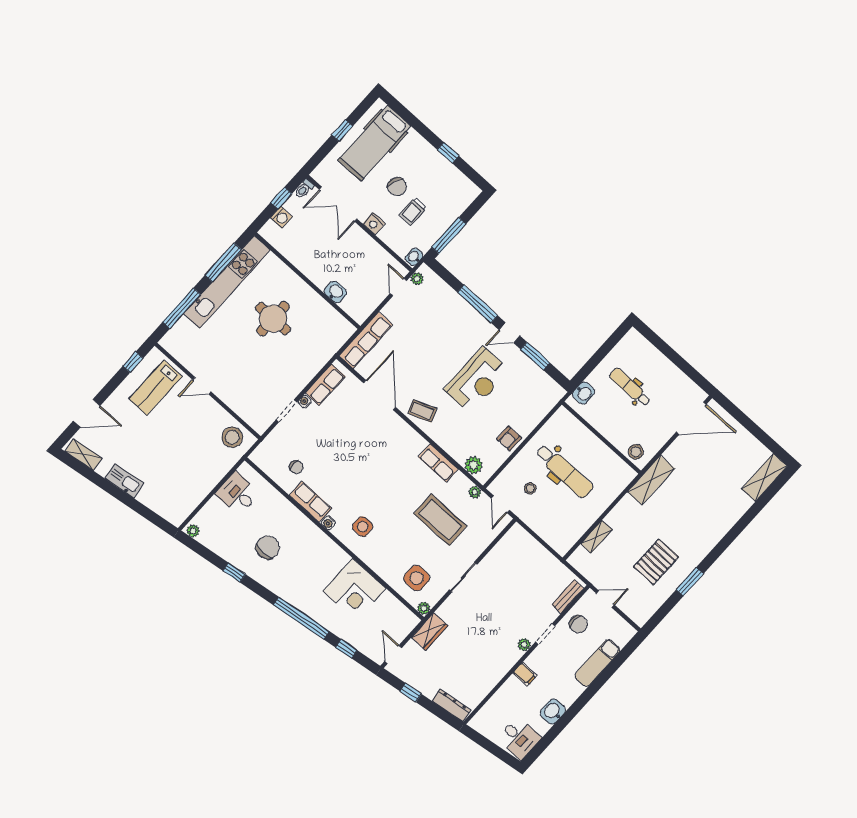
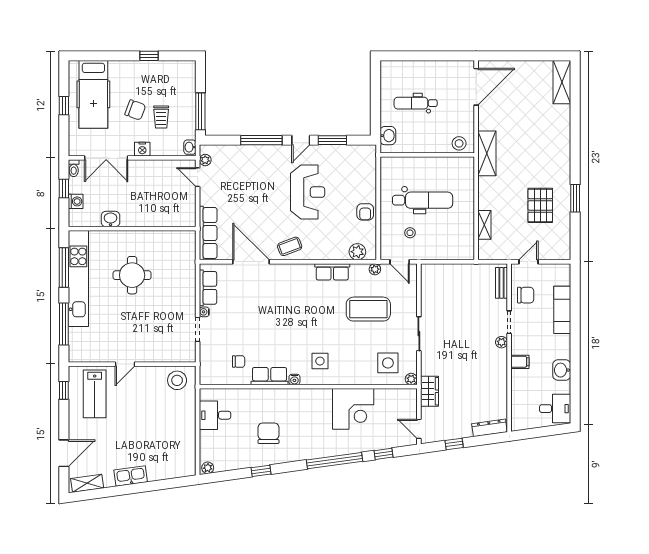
washbasin: (335, 292) -> (111, 219), moved

